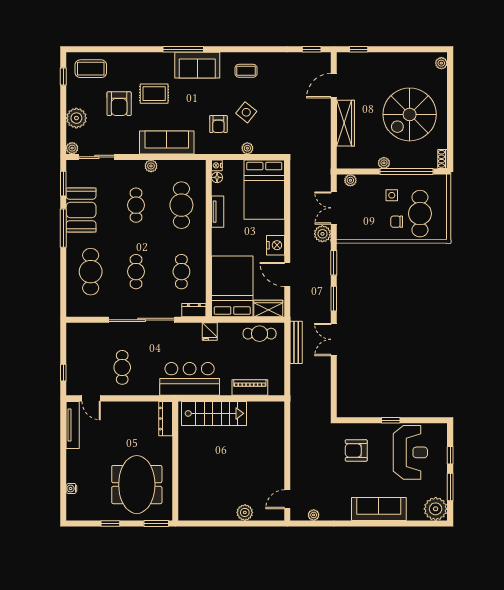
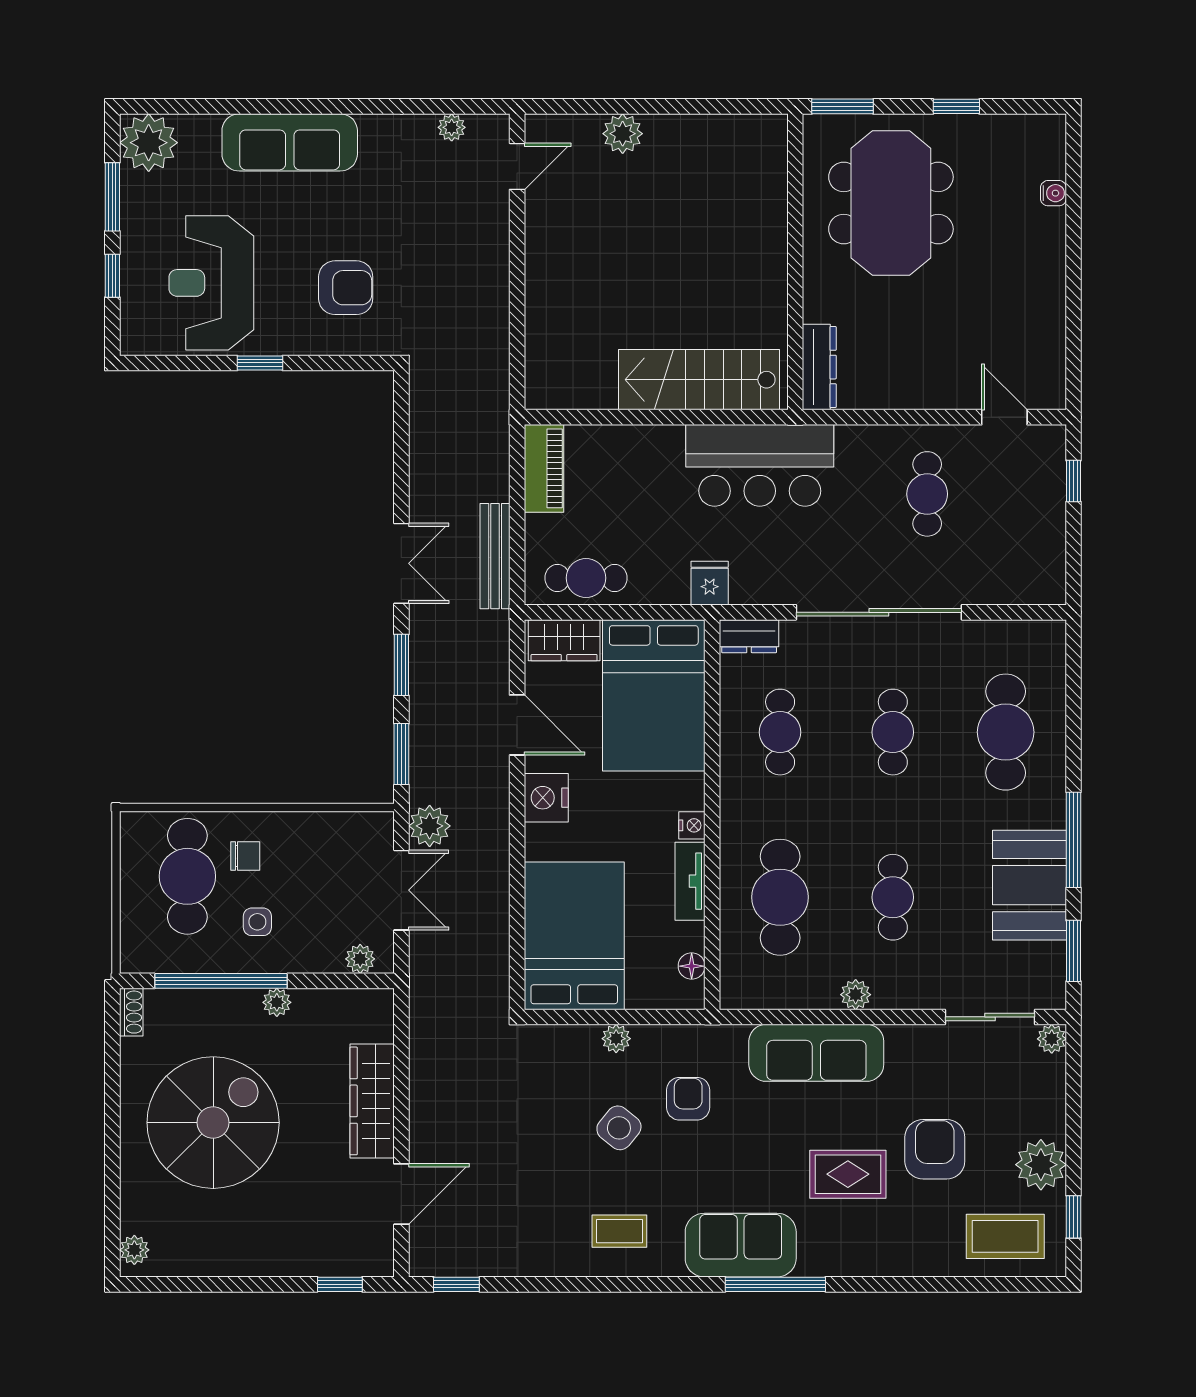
plant: (76, 118) -> (1041, 1165), moved
nightstand: (217, 165) -> (692, 825), moved
piano: (250, 388) -> (544, 468), moved, turned -90
tv unit: (73, 425) -> (1050, 351), removed

